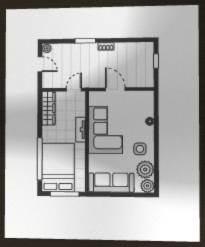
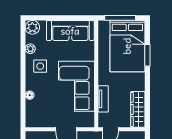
tv unit: (81, 130) -> (103, 99), moved
window: (40, 159) -> (147, 55), width x0.47
plant: (145, 170) -> (30, 49), width x0.53, depth x0.53

